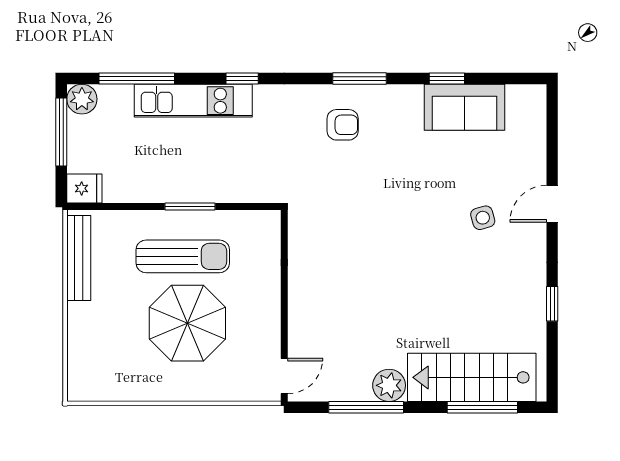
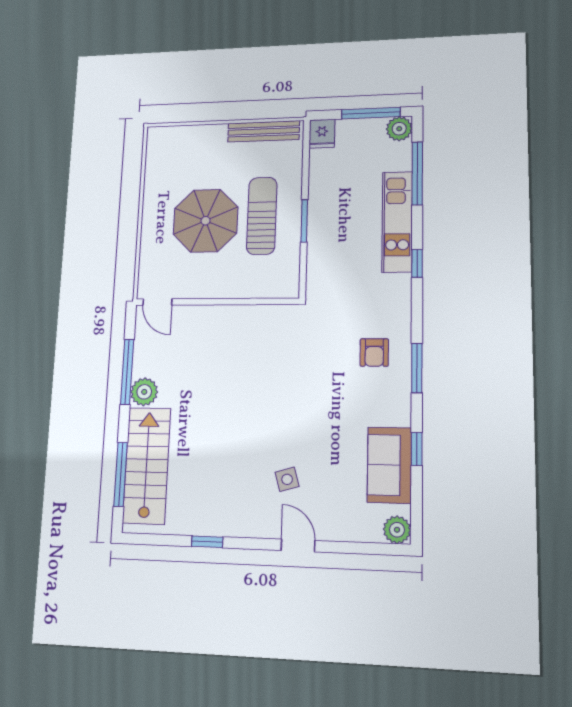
plant: (532, 99) -> (397, 530), added
sun lounger: (183, 256) -> (262, 216), turned 180

